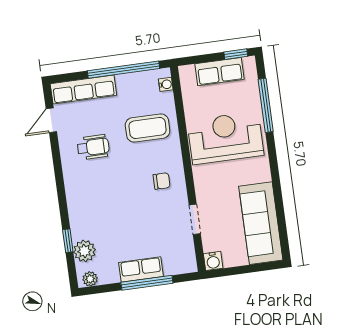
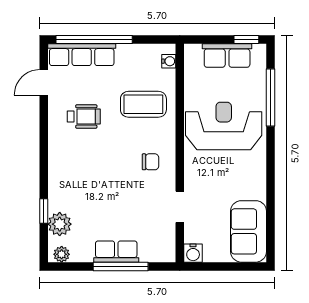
window: (124, 70) -> (94, 40), moved
sofa: (261, 223) -> (249, 231), width x0.73

